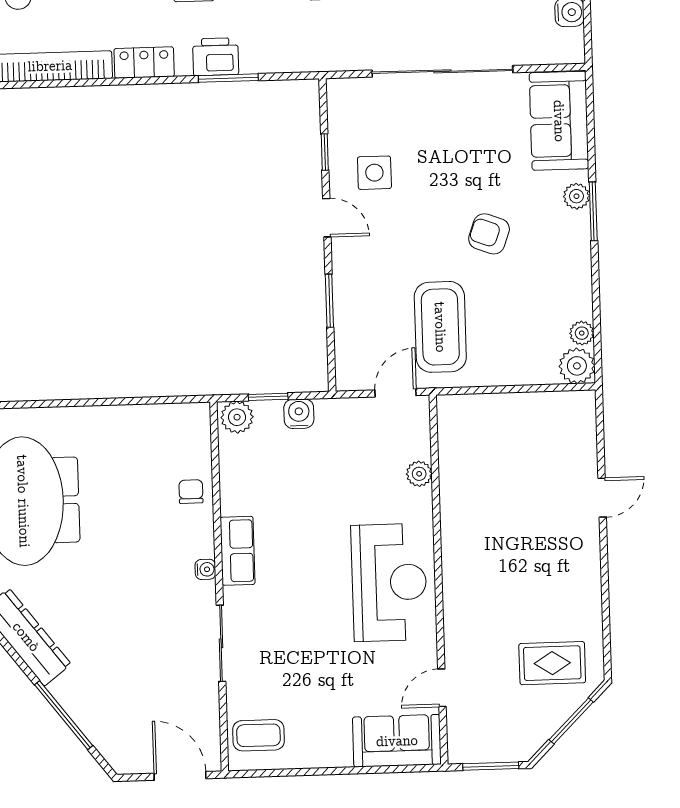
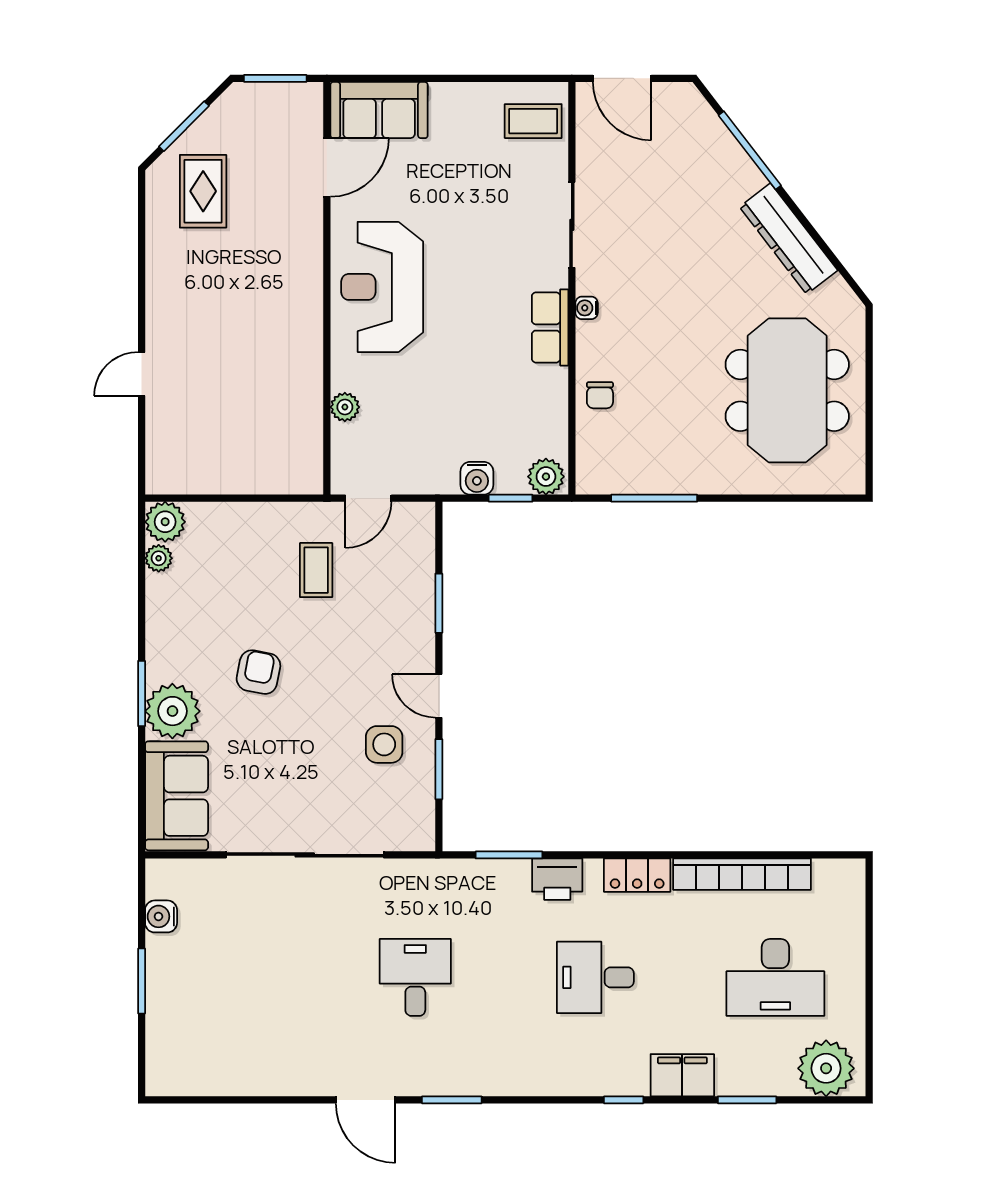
window: (228, 78) -> (509, 855), moved
window: (325, 152) -> (439, 769), width x1.50
plant: (576, 196) -> (172, 711), width x1.87, depth x1.87
armchair: (489, 234) -> (258, 672), turned -99
coffee table: (440, 327) -> (316, 570), width x0.54, depth x0.58
window: (139, 401) -> (654, 498), added
rug: (552, 663) -> (203, 191), turned 90
door: (442, 688) -> (327, 168), width x1.38

